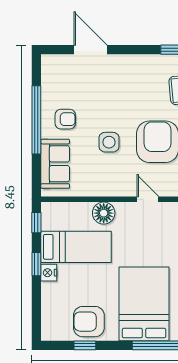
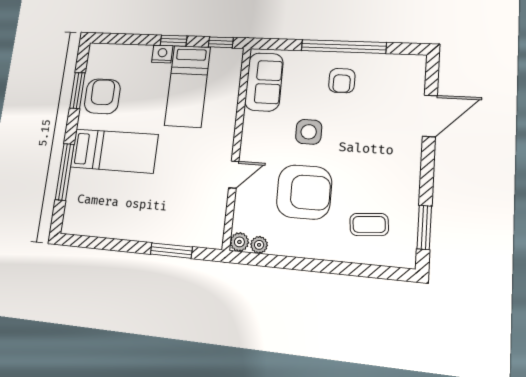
sofa: (55, 164) -> (264, 82), moved, turned -90
floor lamp: (104, 213) -> (223, 120), removed
bed: (144, 304) -> (114, 151), width x0.67
window: (85, 345) -> (77, 90), width x1.50

